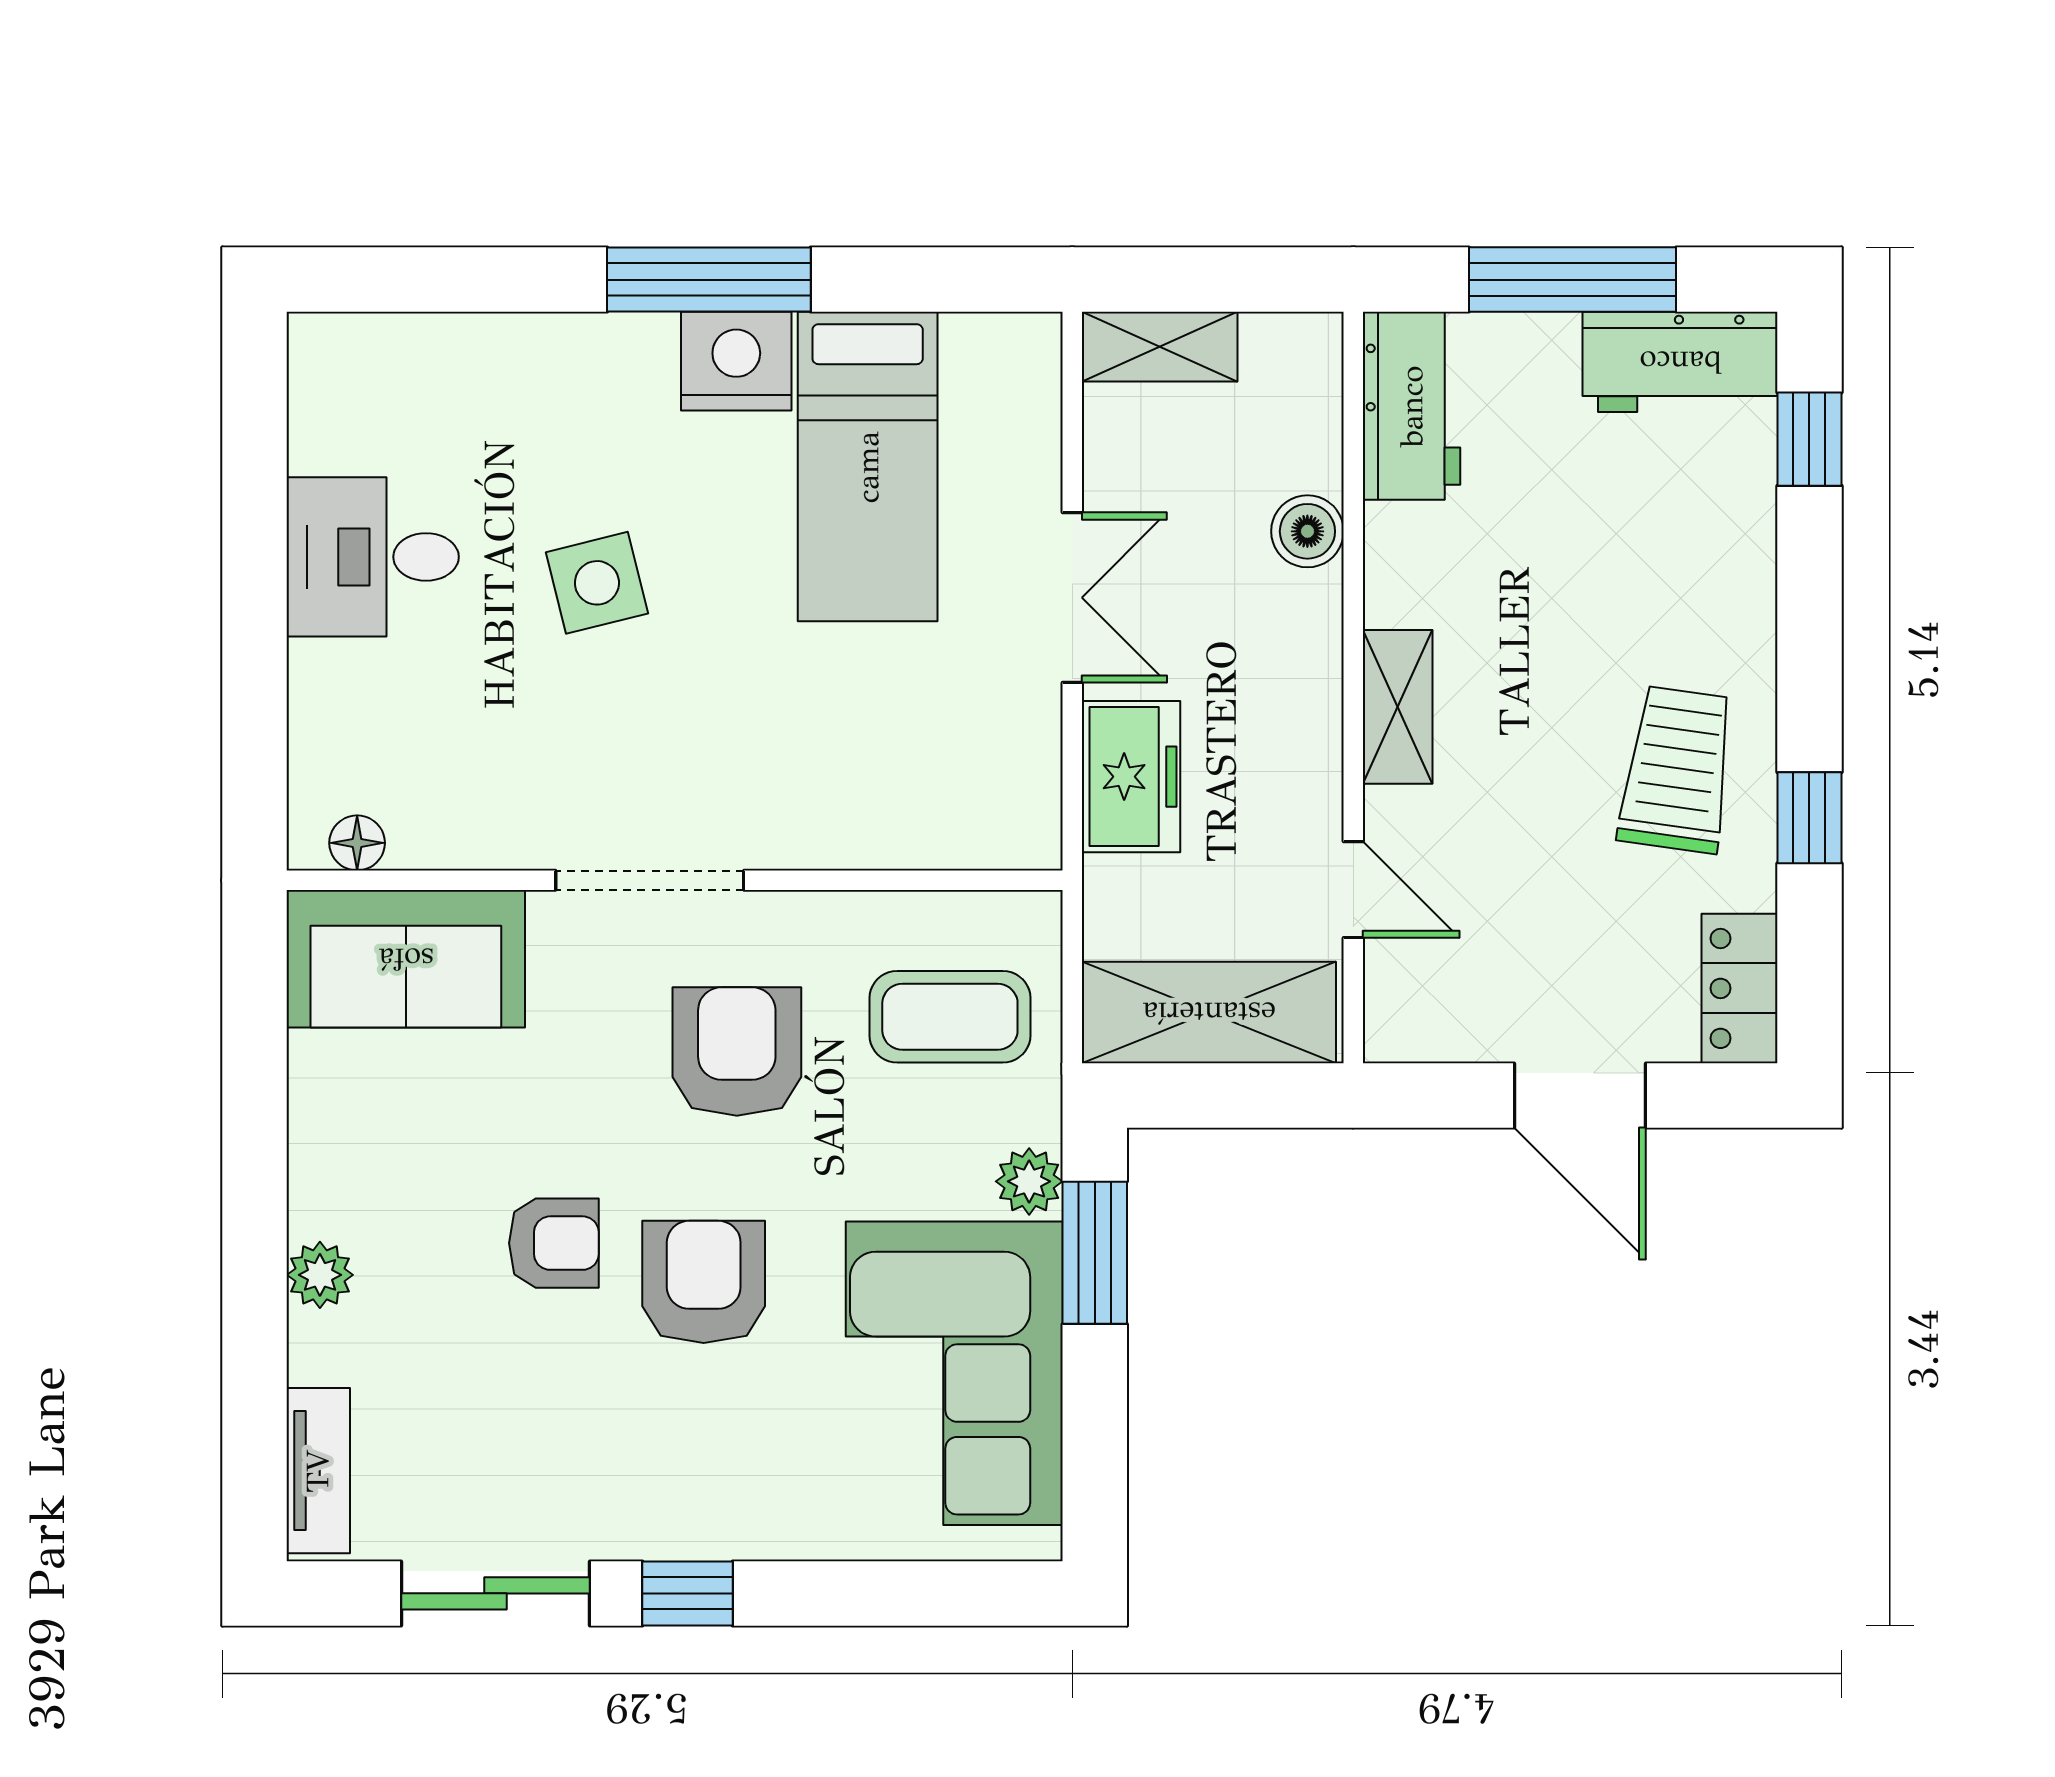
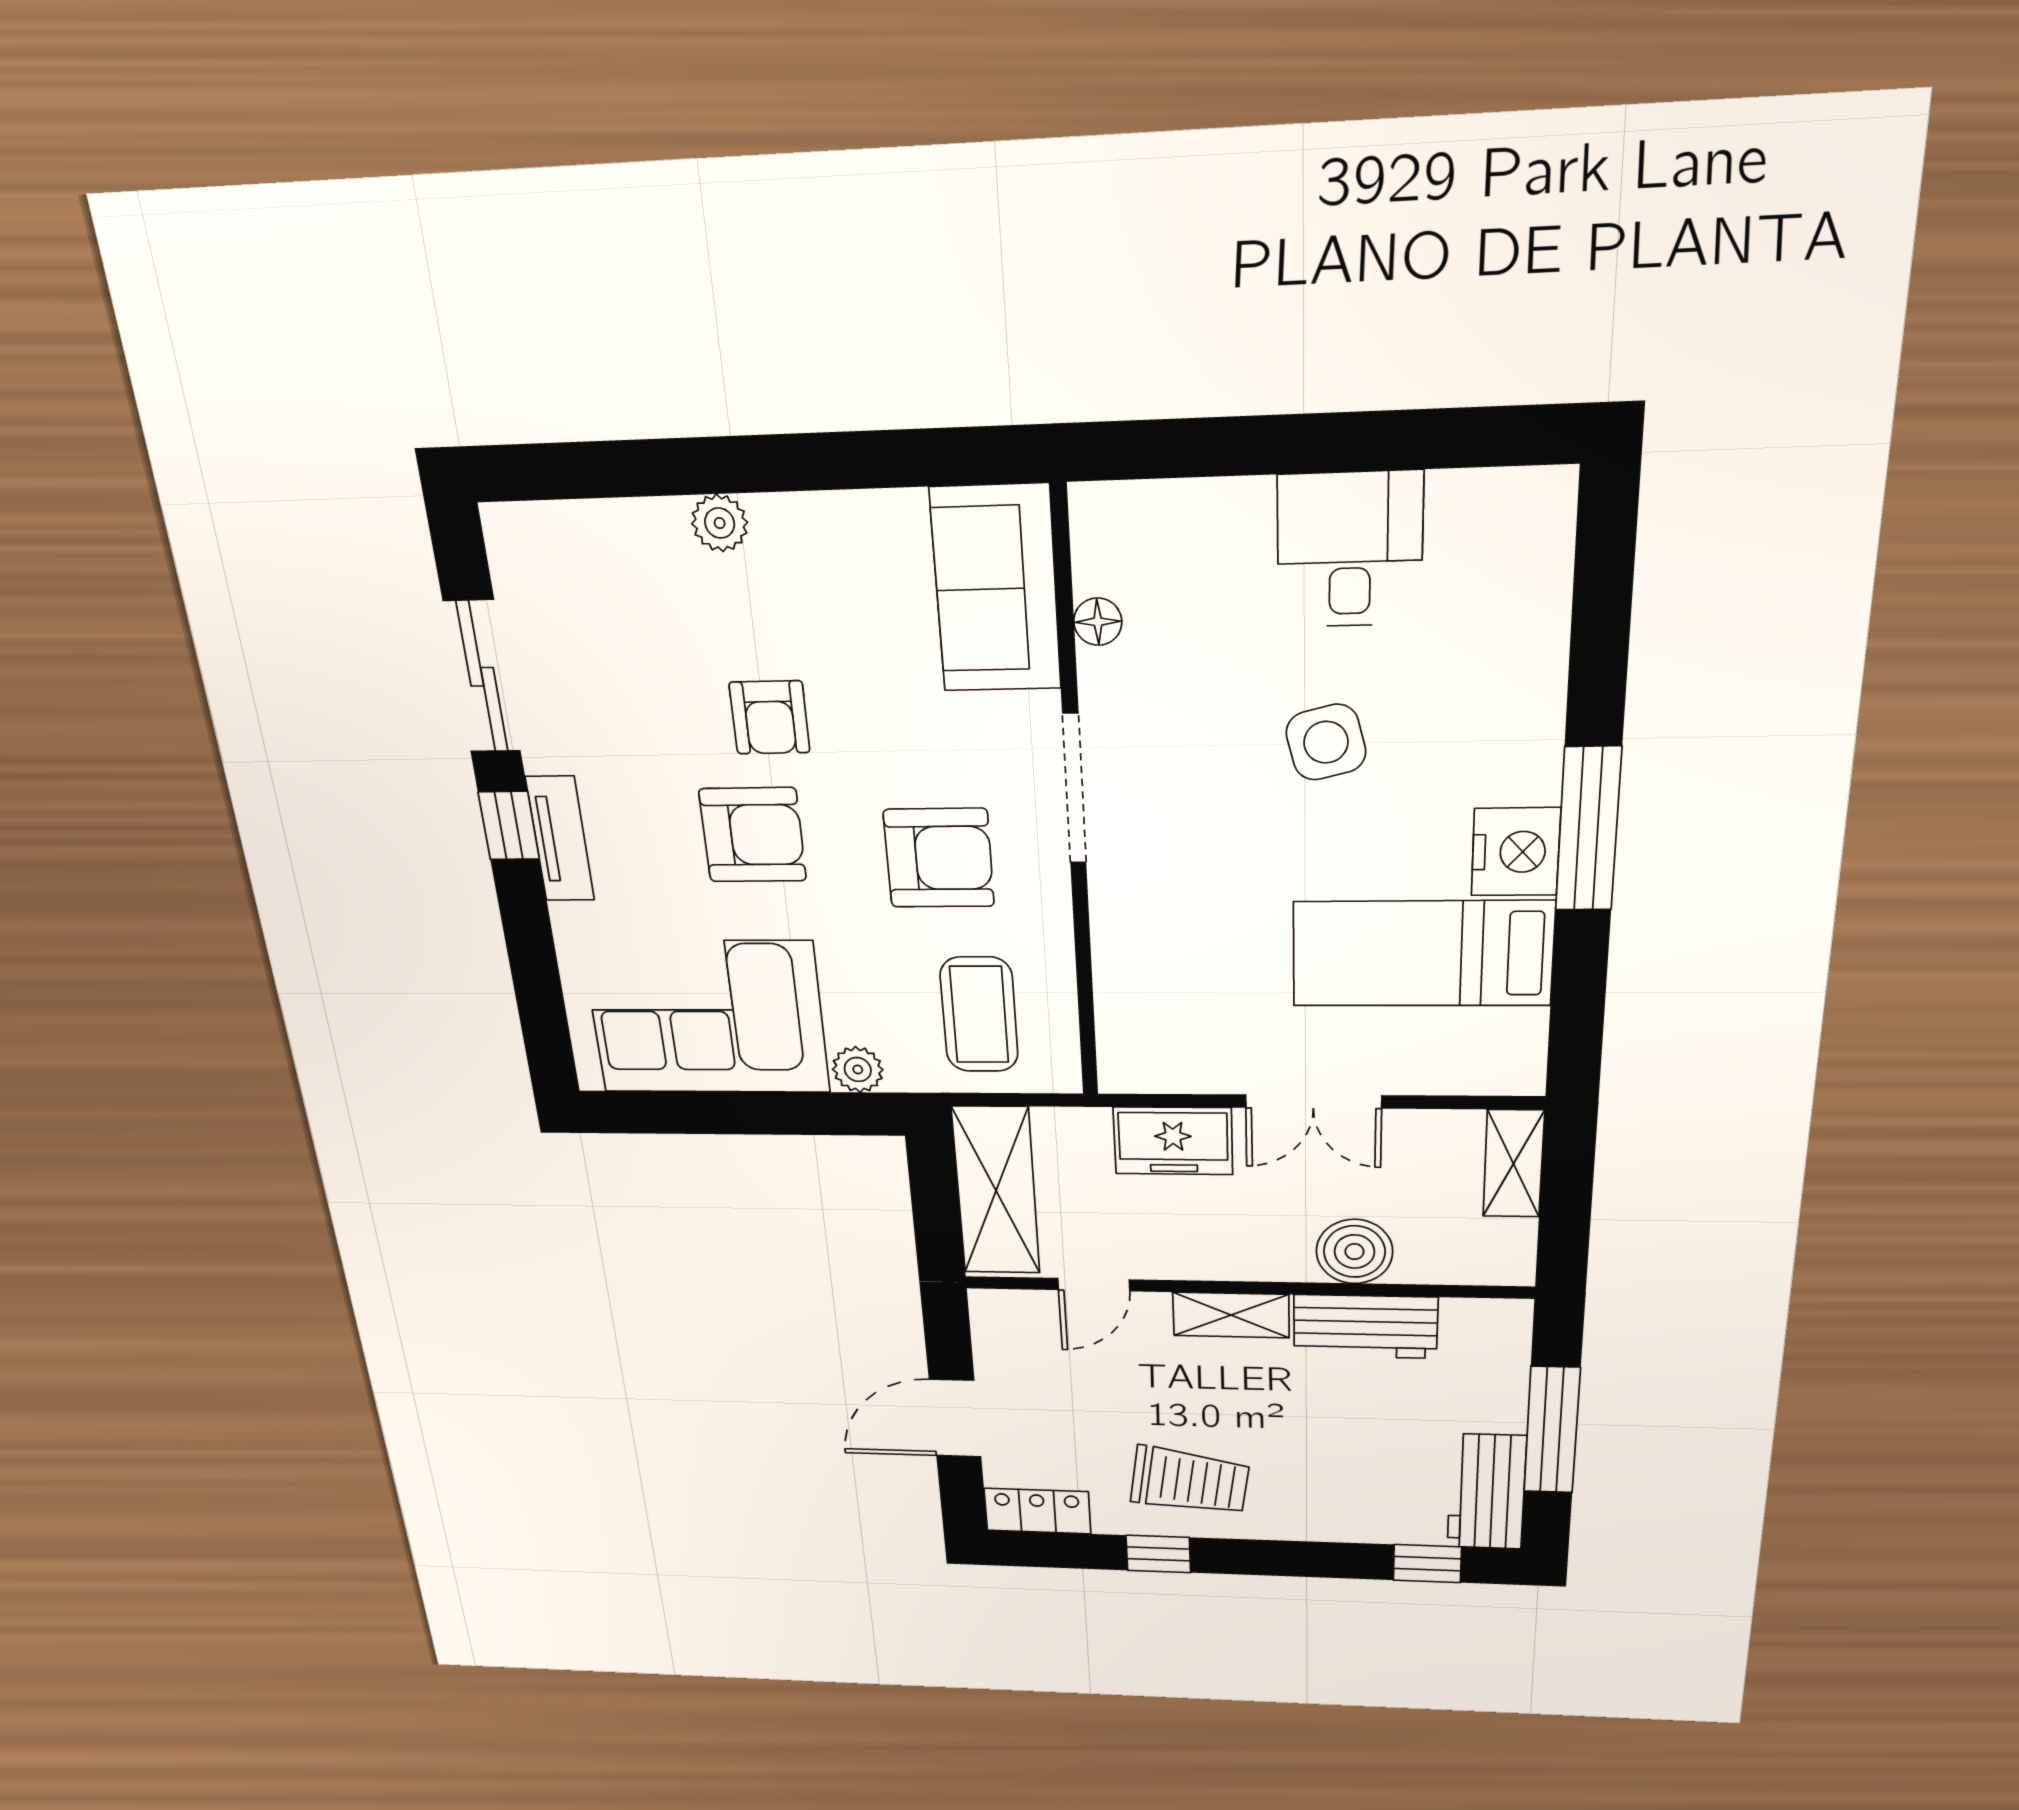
workbench: (1412, 406) -> (1365, 1327), moved
boiler: (1307, 531) -> (1354, 1252), width x1.36, depth x1.36
floor lamp: (357, 843) -> (1098, 622), moved
window: (1095, 1253) -> (809, 1114), removed
tv unit: (318, 1471) -> (560, 839), moved, turned -90

